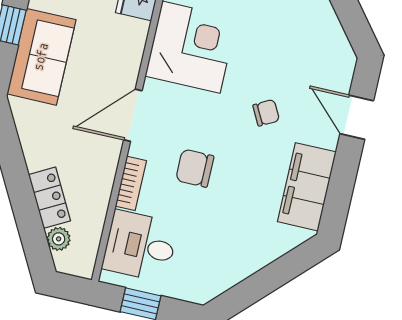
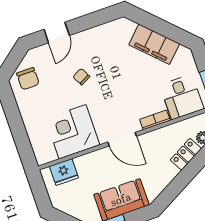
chair: (195, 168) -> (28, 79), moved
filing cabinet: (307, 187) -> (154, 44), moved, turned 45

